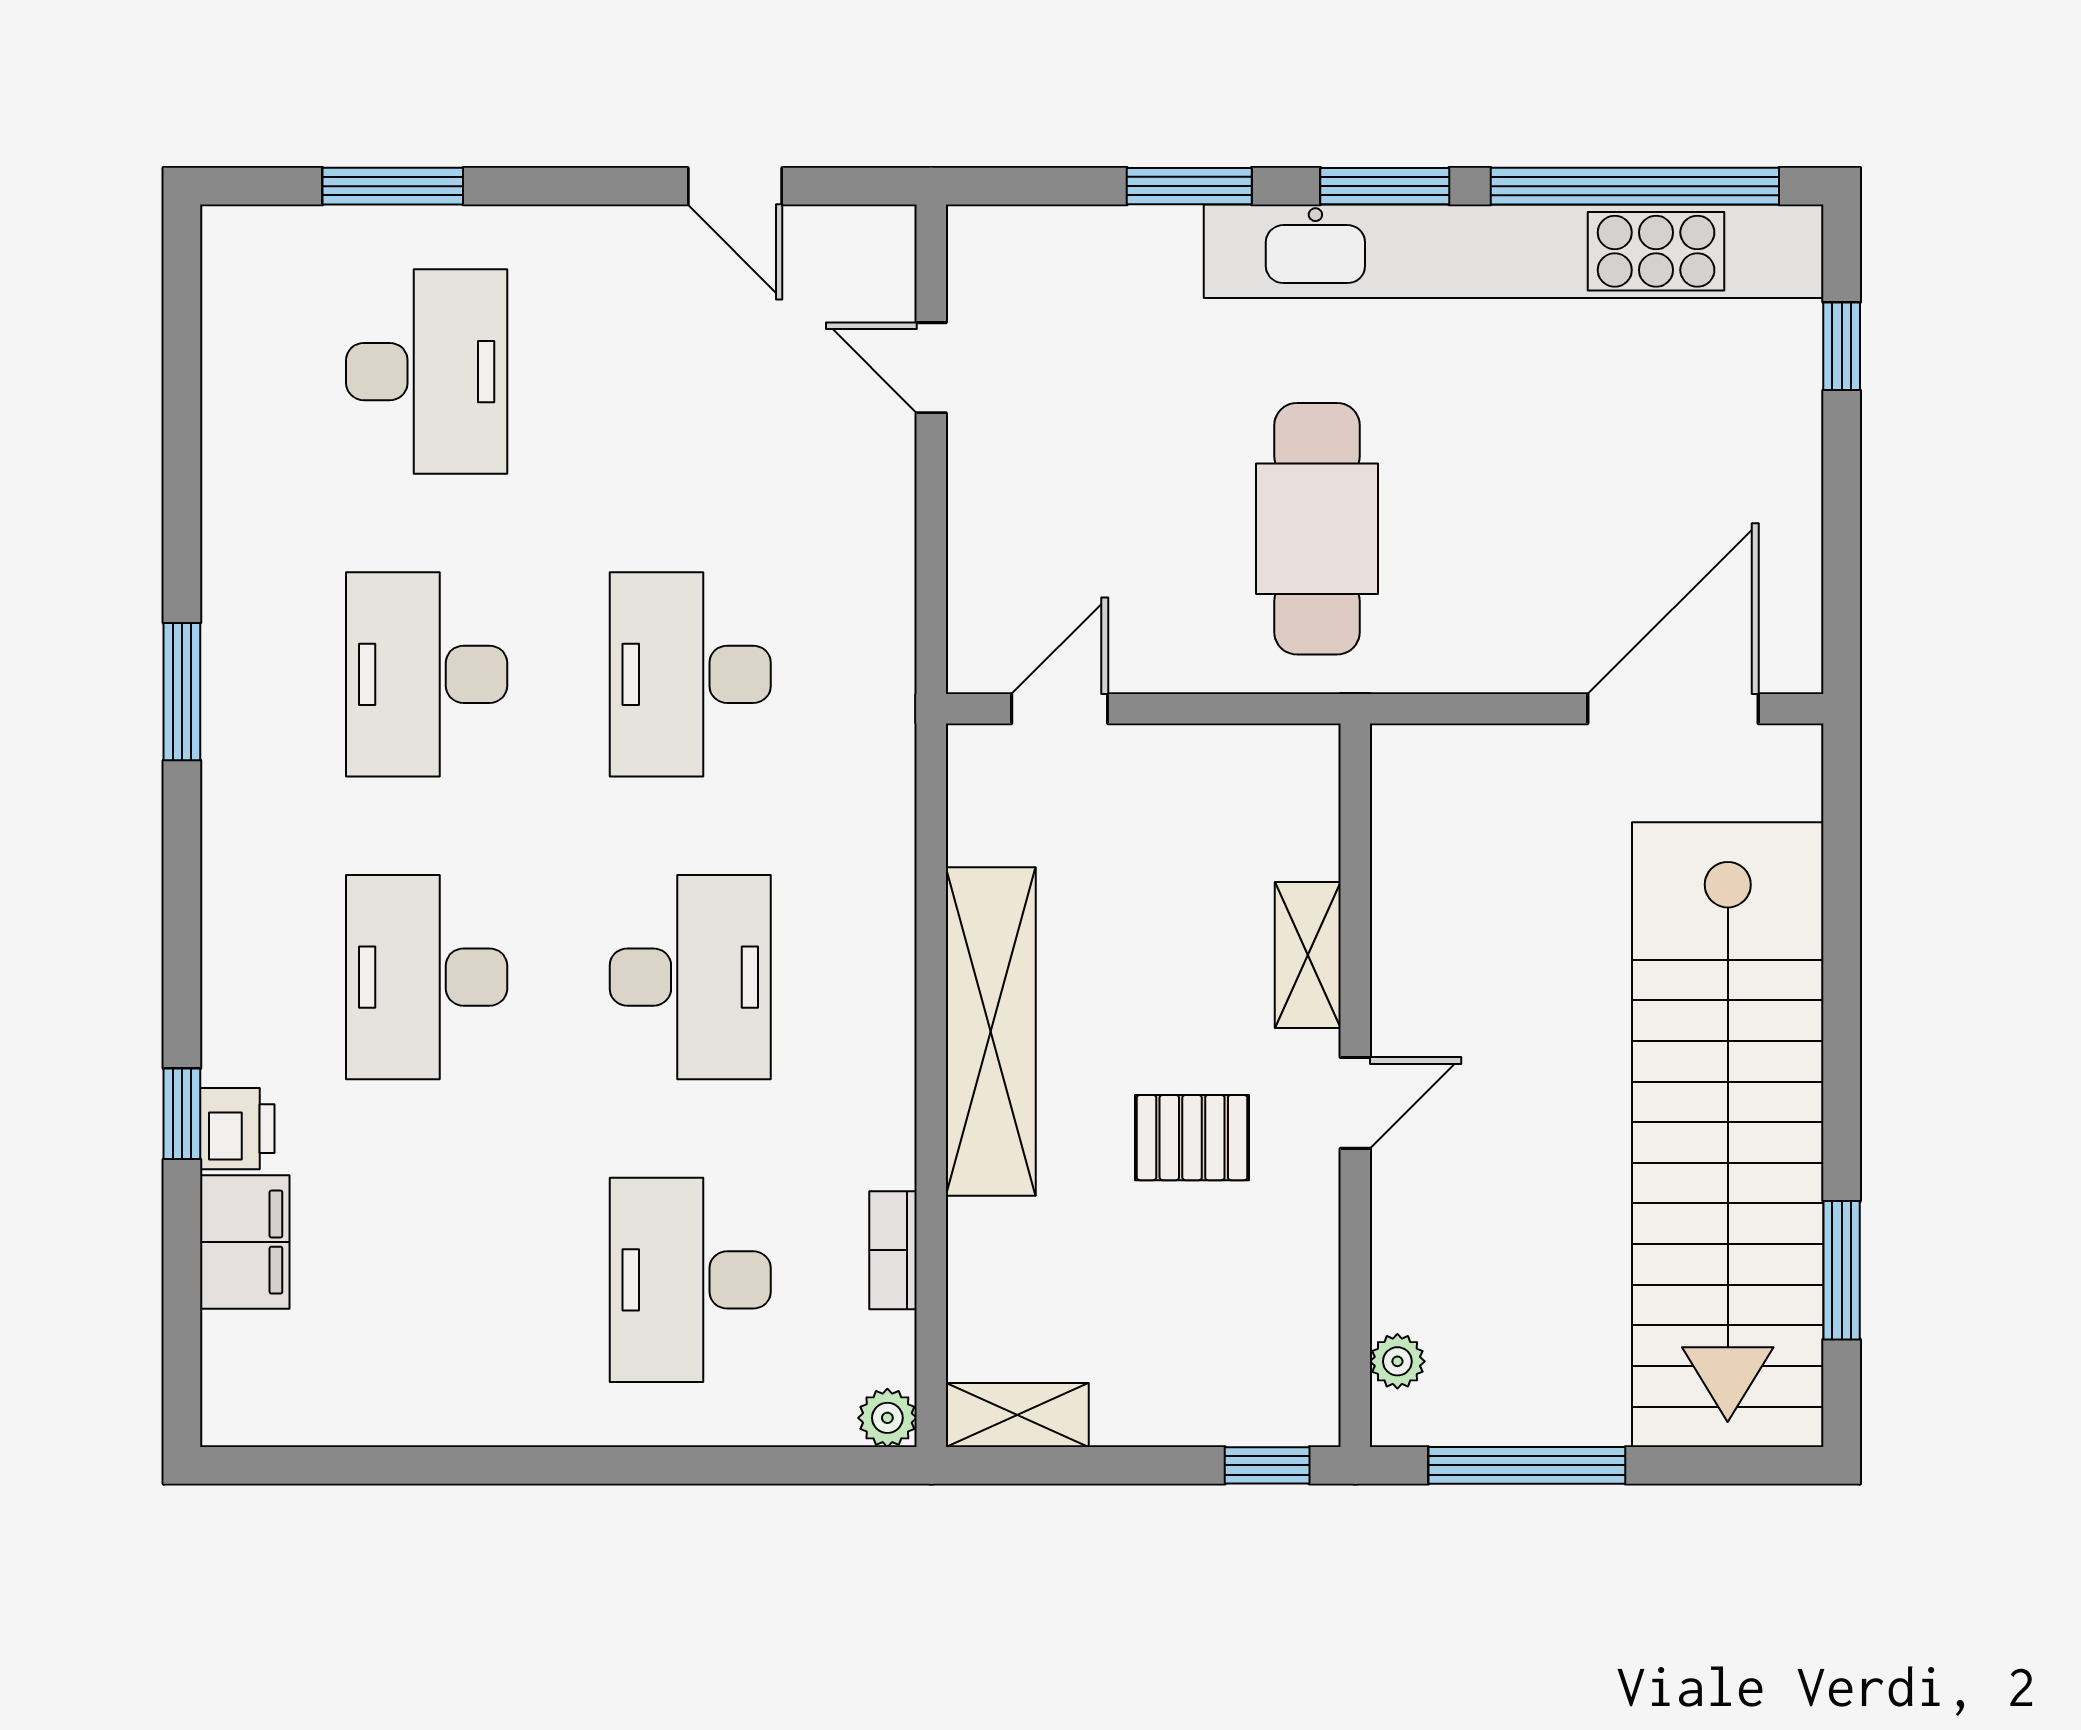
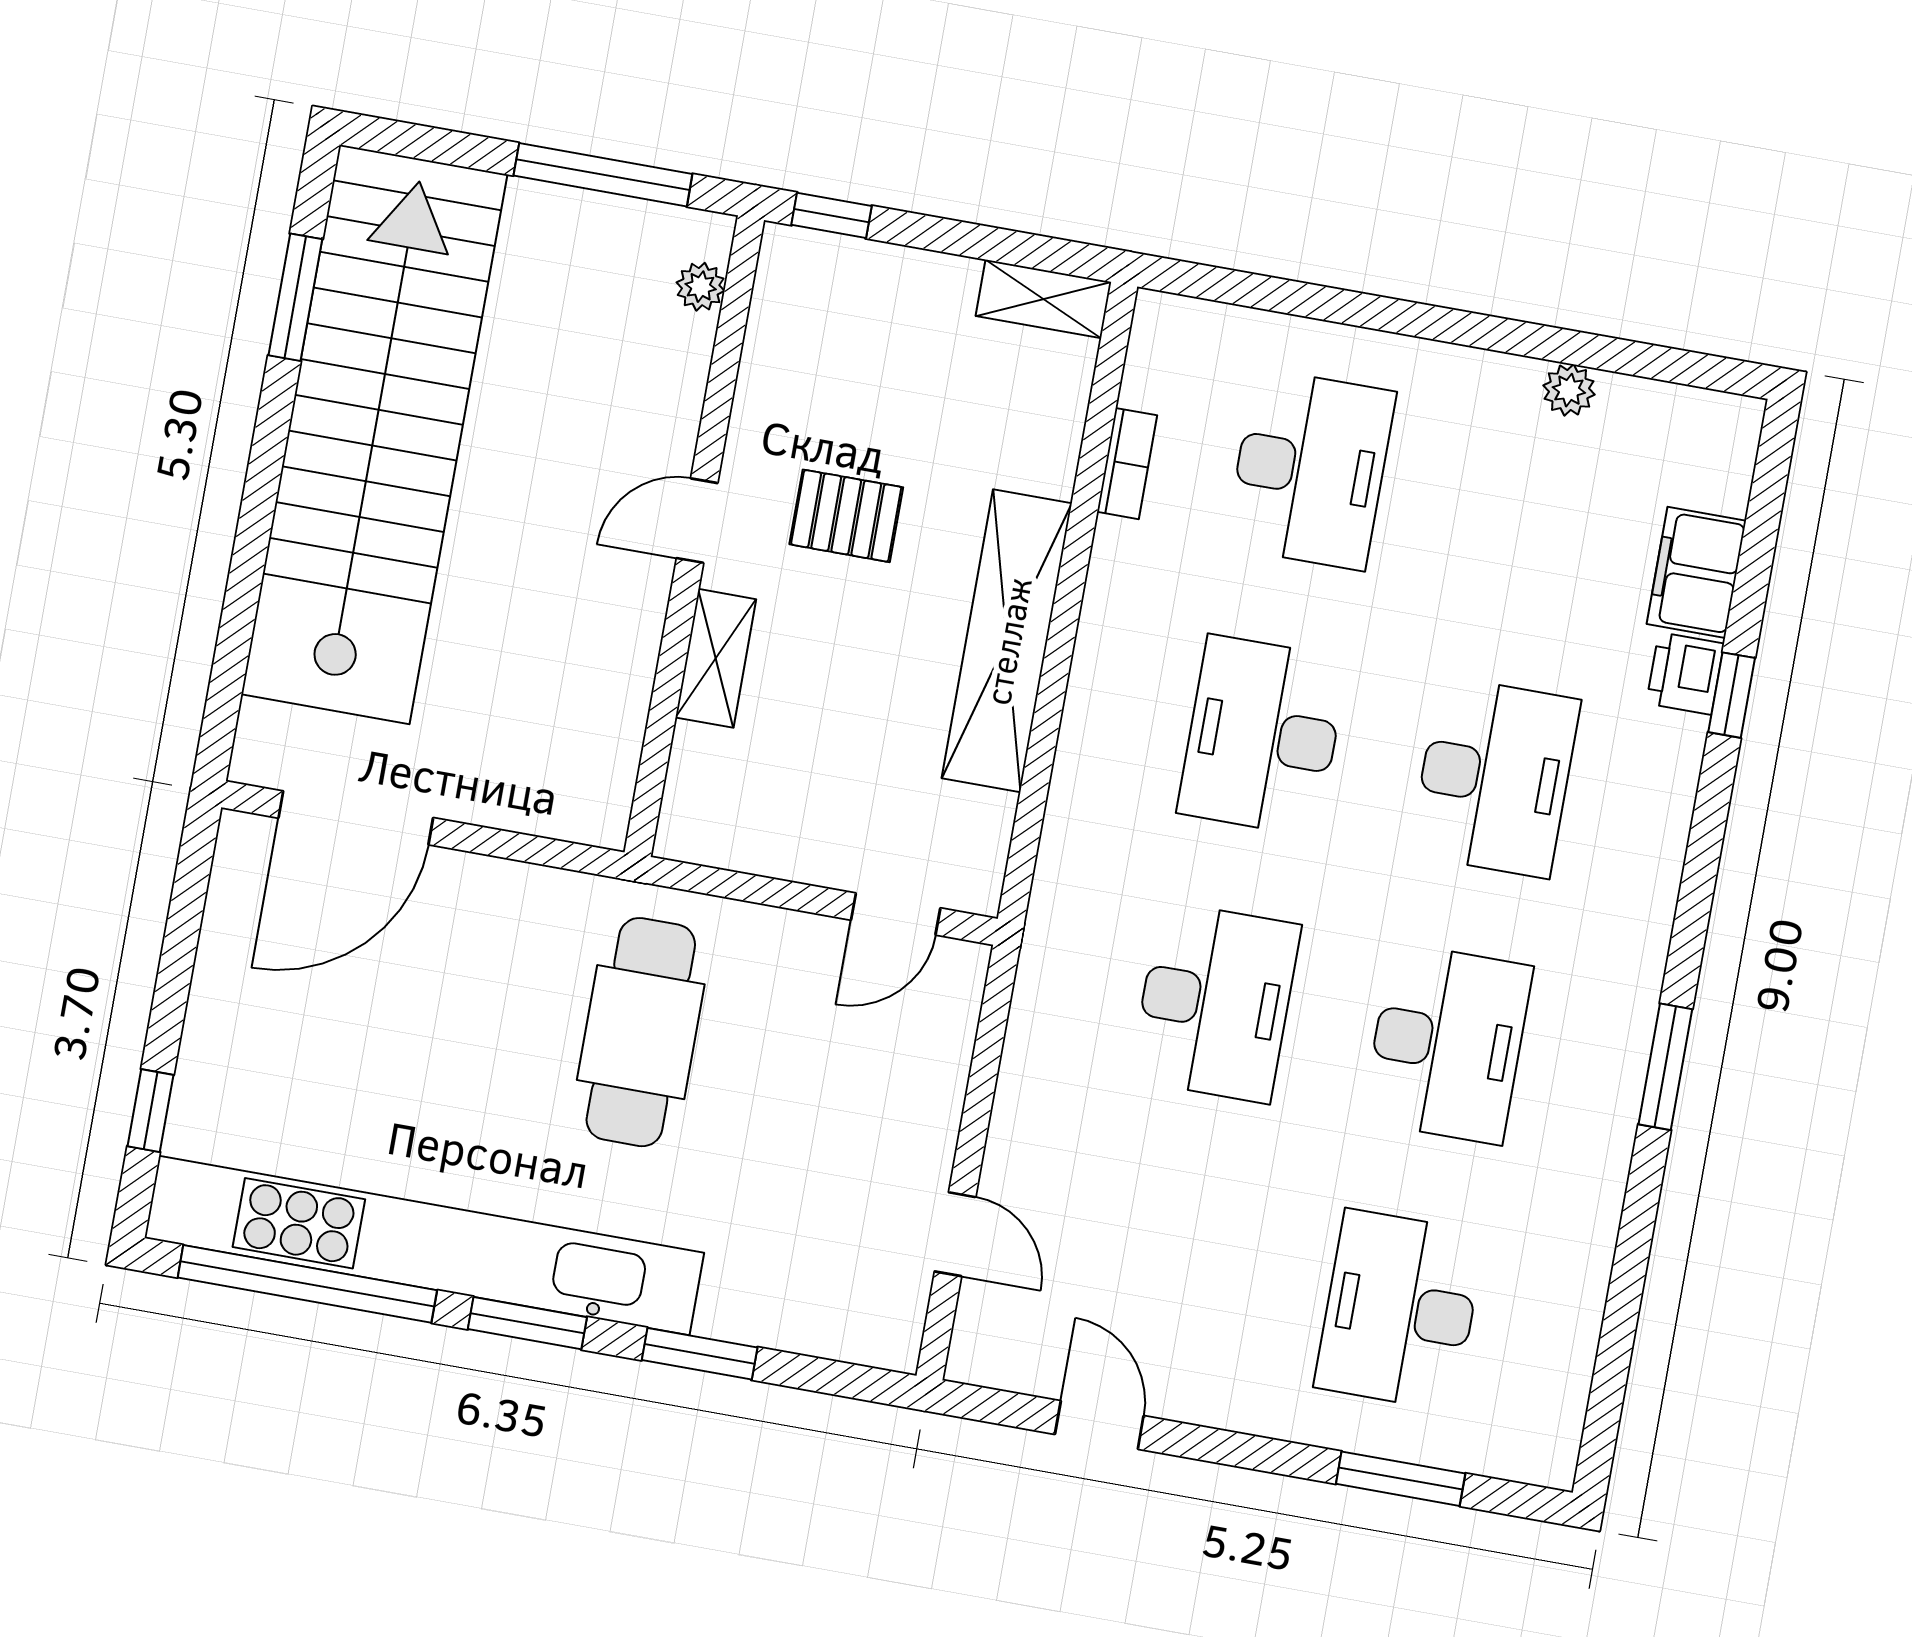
plant: (887, 1418) -> (1569, 390), moved

